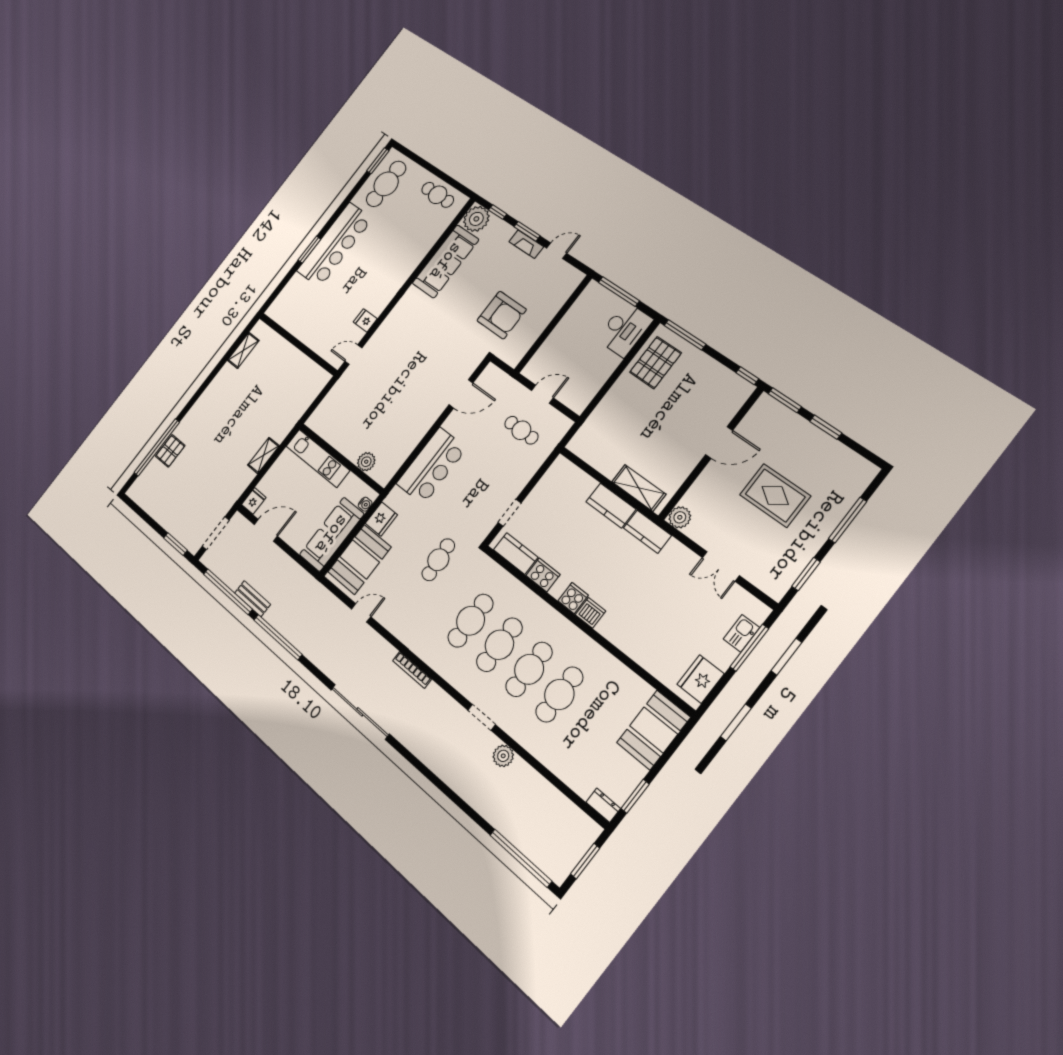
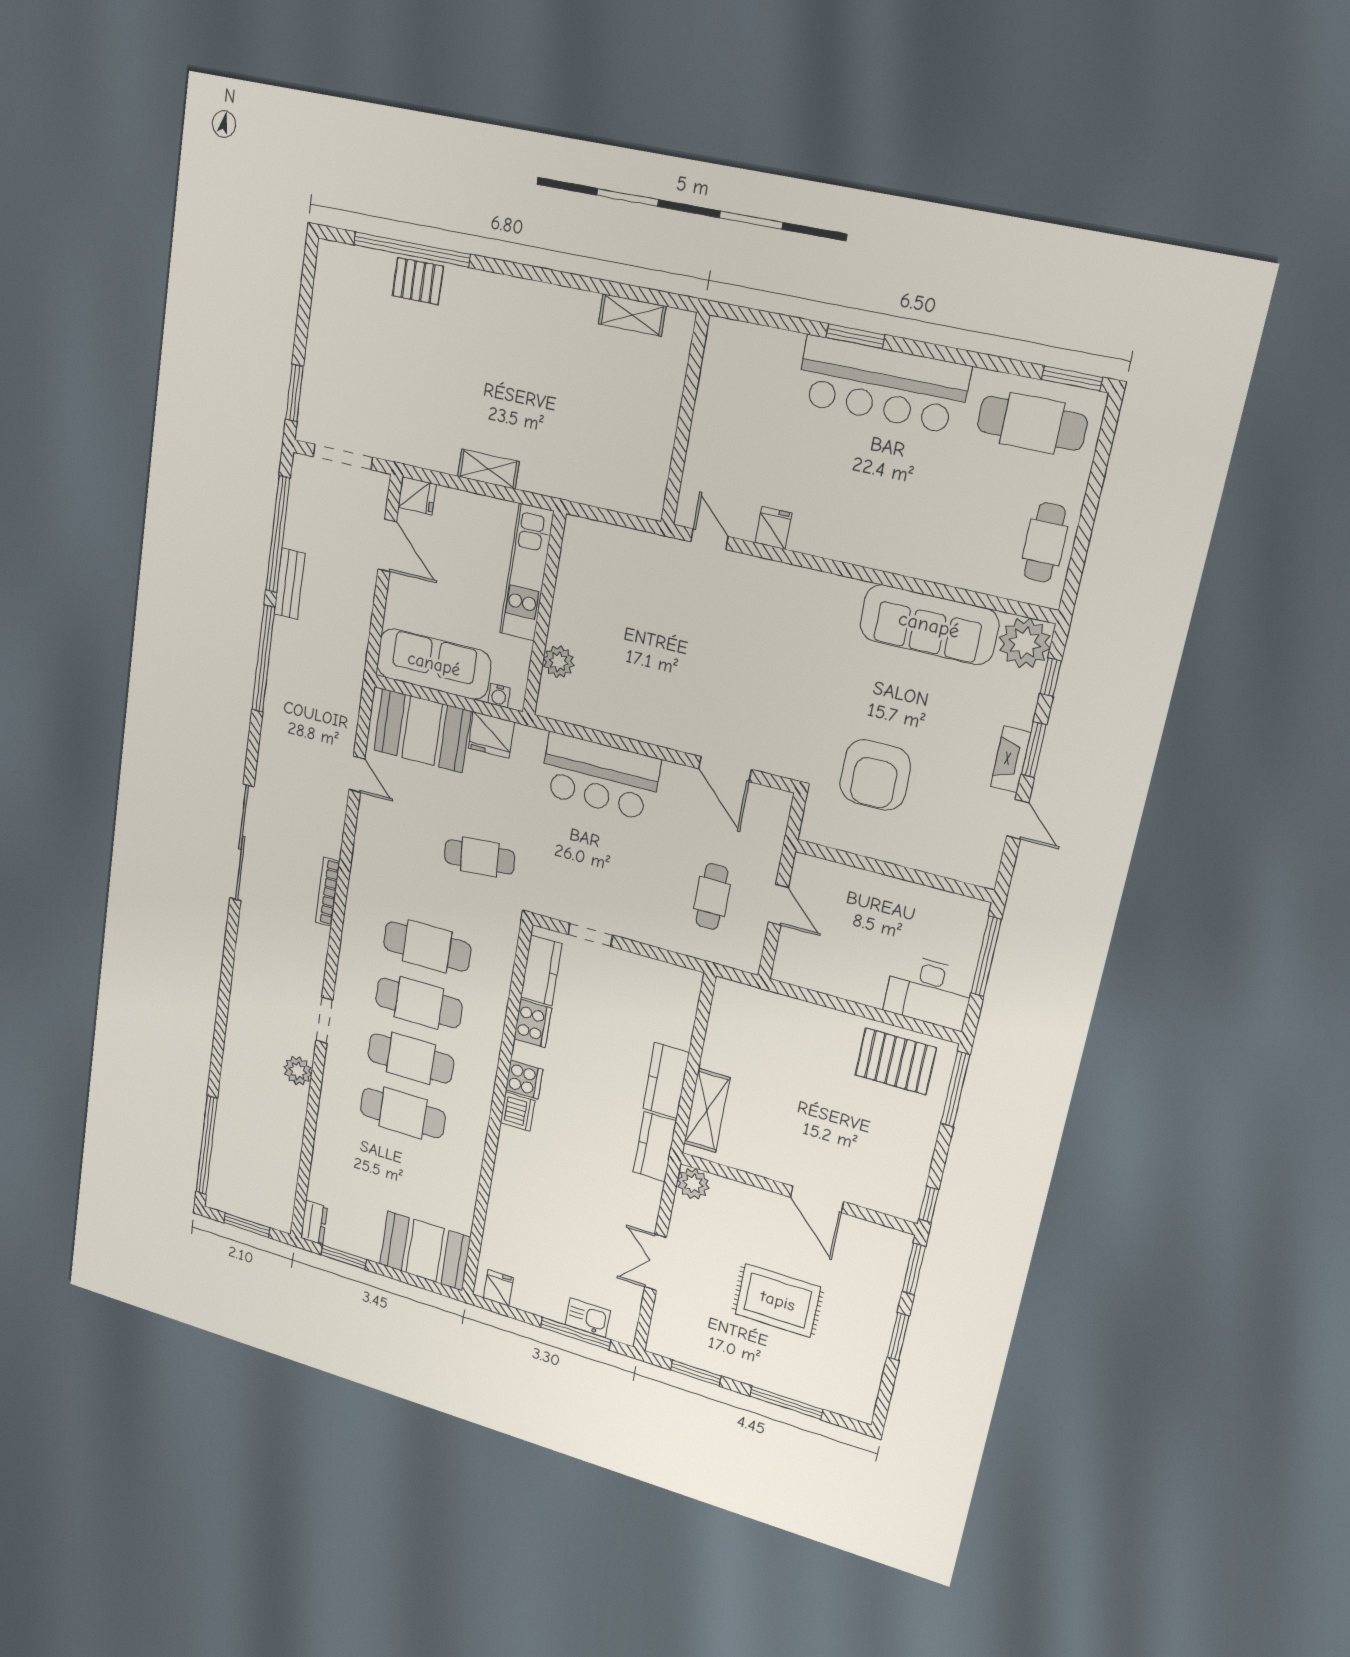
rug: (775, 495) -> (778, 1301), turned 90
fridge: (701, 679) -> (498, 1288), width x0.53, depth x0.75

